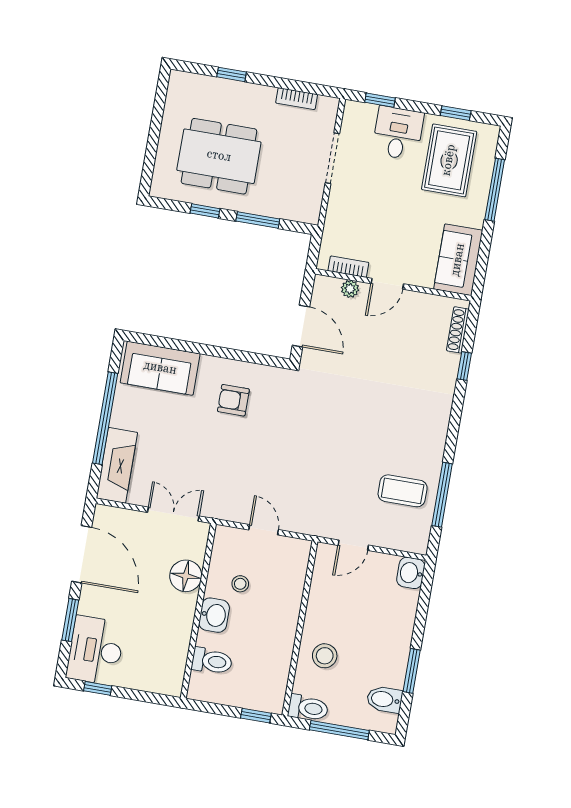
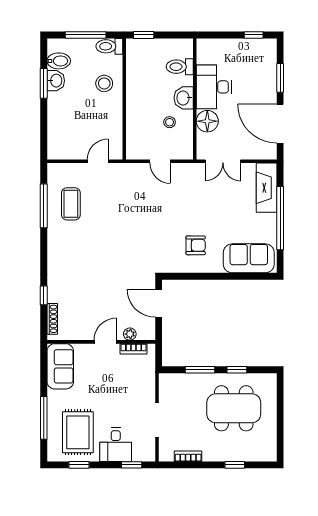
coffee table: (403, 491) -> (71, 204), turned 90
washbasin: (411, 573) -> (56, 81), moved
desk: (96, 650) -> (214, 87), moved, turned 180

